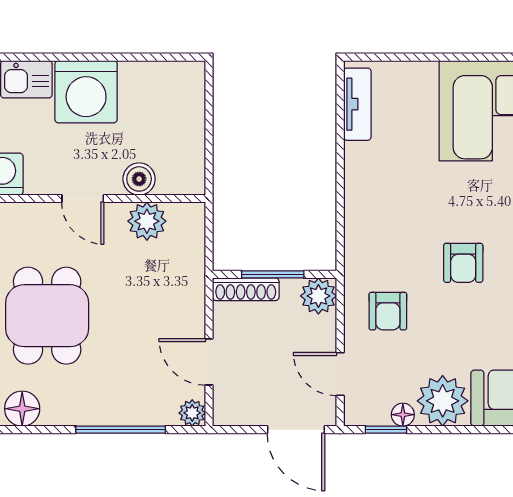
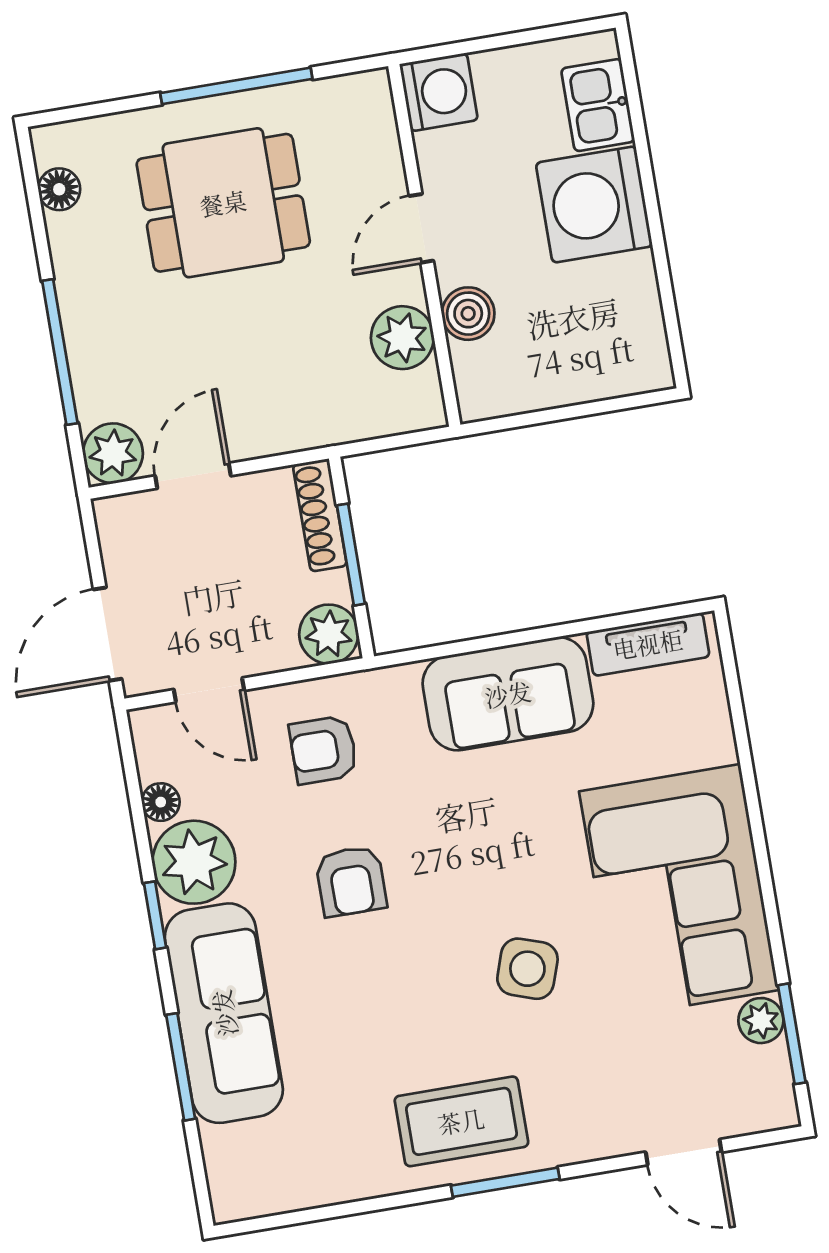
sofa: (373, 194) -> (508, 694), added
armchair: (463, 263) -> (351, 881), moved, turned -90
door: (340, 374) -> (209, 690), swing flipped
floor lamp: (22, 409) -> (59, 189), width x0.73, depth x0.73
plant: (192, 413) -> (113, 453), width x1.38, depth x1.38
window: (386, 430) -> (155, 915), moved

